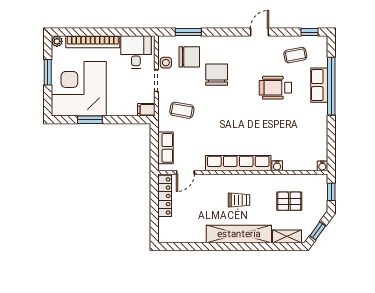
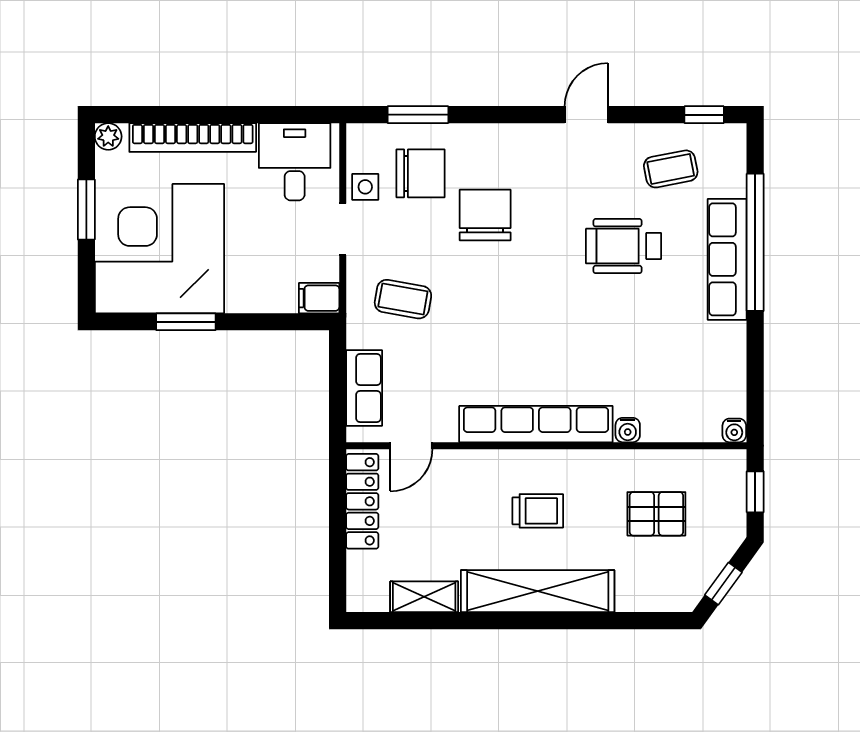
row of seats: (319, 85) -> (727, 259), width x1.48
shelving: (287, 236) -> (424, 597), moved

